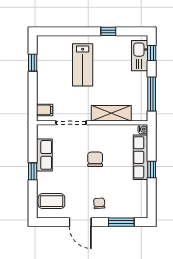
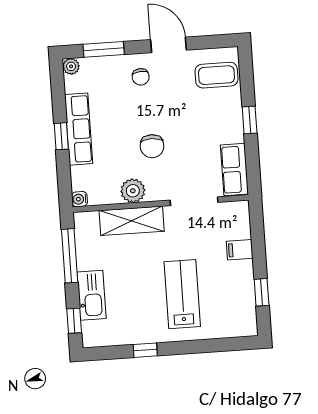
kitchen sink: (140, 56) -> (92, 295), moved
filing cabinet: (45, 110) -> (240, 250), moved
plant: (109, 132) -> (133, 191), added
row of seats: (44, 155) -> (234, 170), moved
row of seats: (141, 157) -> (79, 129), moved
plant: (142, 213) -> (71, 66), added

